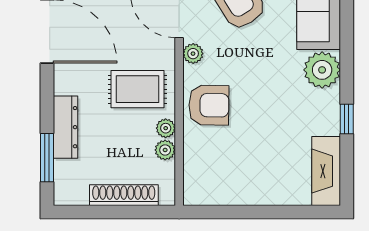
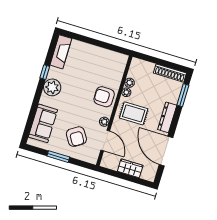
plant: (322, 70) -> (52, 87), moved
dresser: (66, 127) -> (167, 117), moved
shoe rack: (124, 195) -> (170, 73), moved

